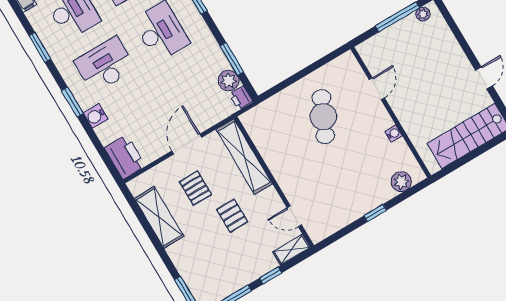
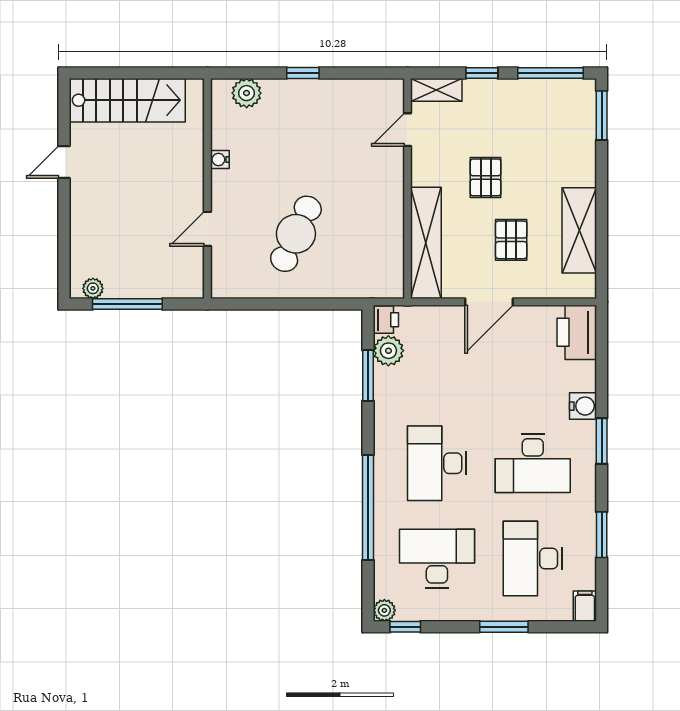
door: (294, 216) -> (407, 130), swing flipped

